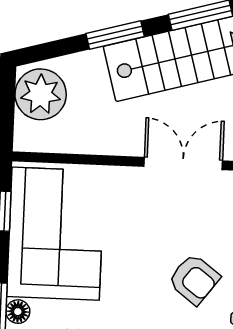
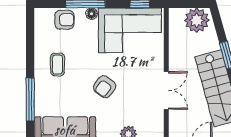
armchair: (194, 279) -> (105, 87), moved

